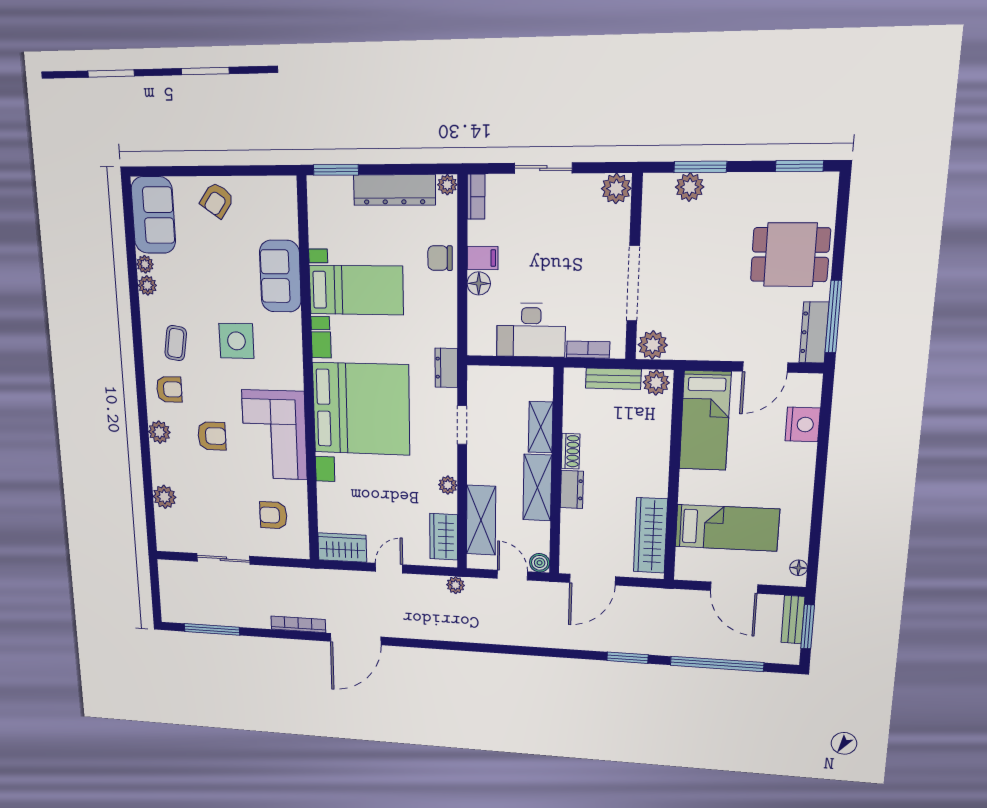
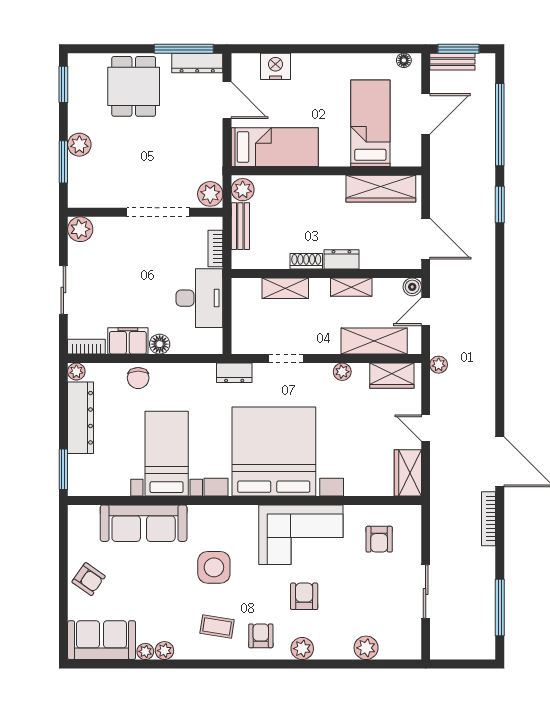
plant: (690, 187) -> (79, 145), moved
filing cabinet: (483, 258) -> (128, 341), width x2.00
sofa: (280, 276) -> (144, 523), width x1.36
shelving: (537, 488) -> (351, 287), width x0.67, depth x0.75

